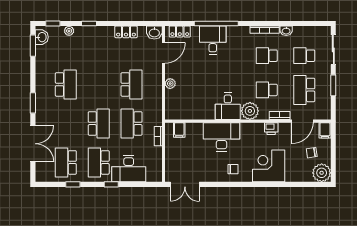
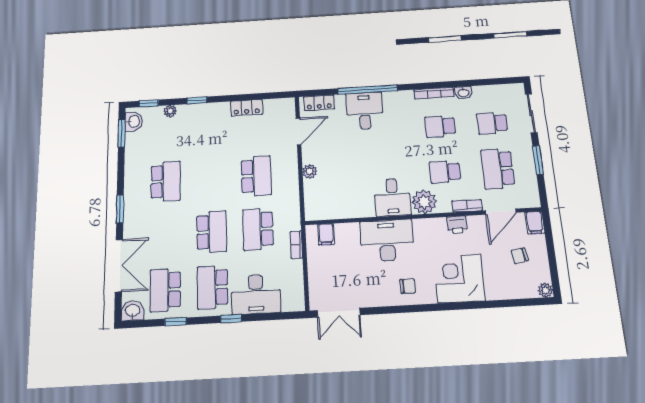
washbasin: (154, 33) -> (133, 311), moved, turned 180
plant: (322, 173) -> (545, 290), width x0.53, depth x0.53

